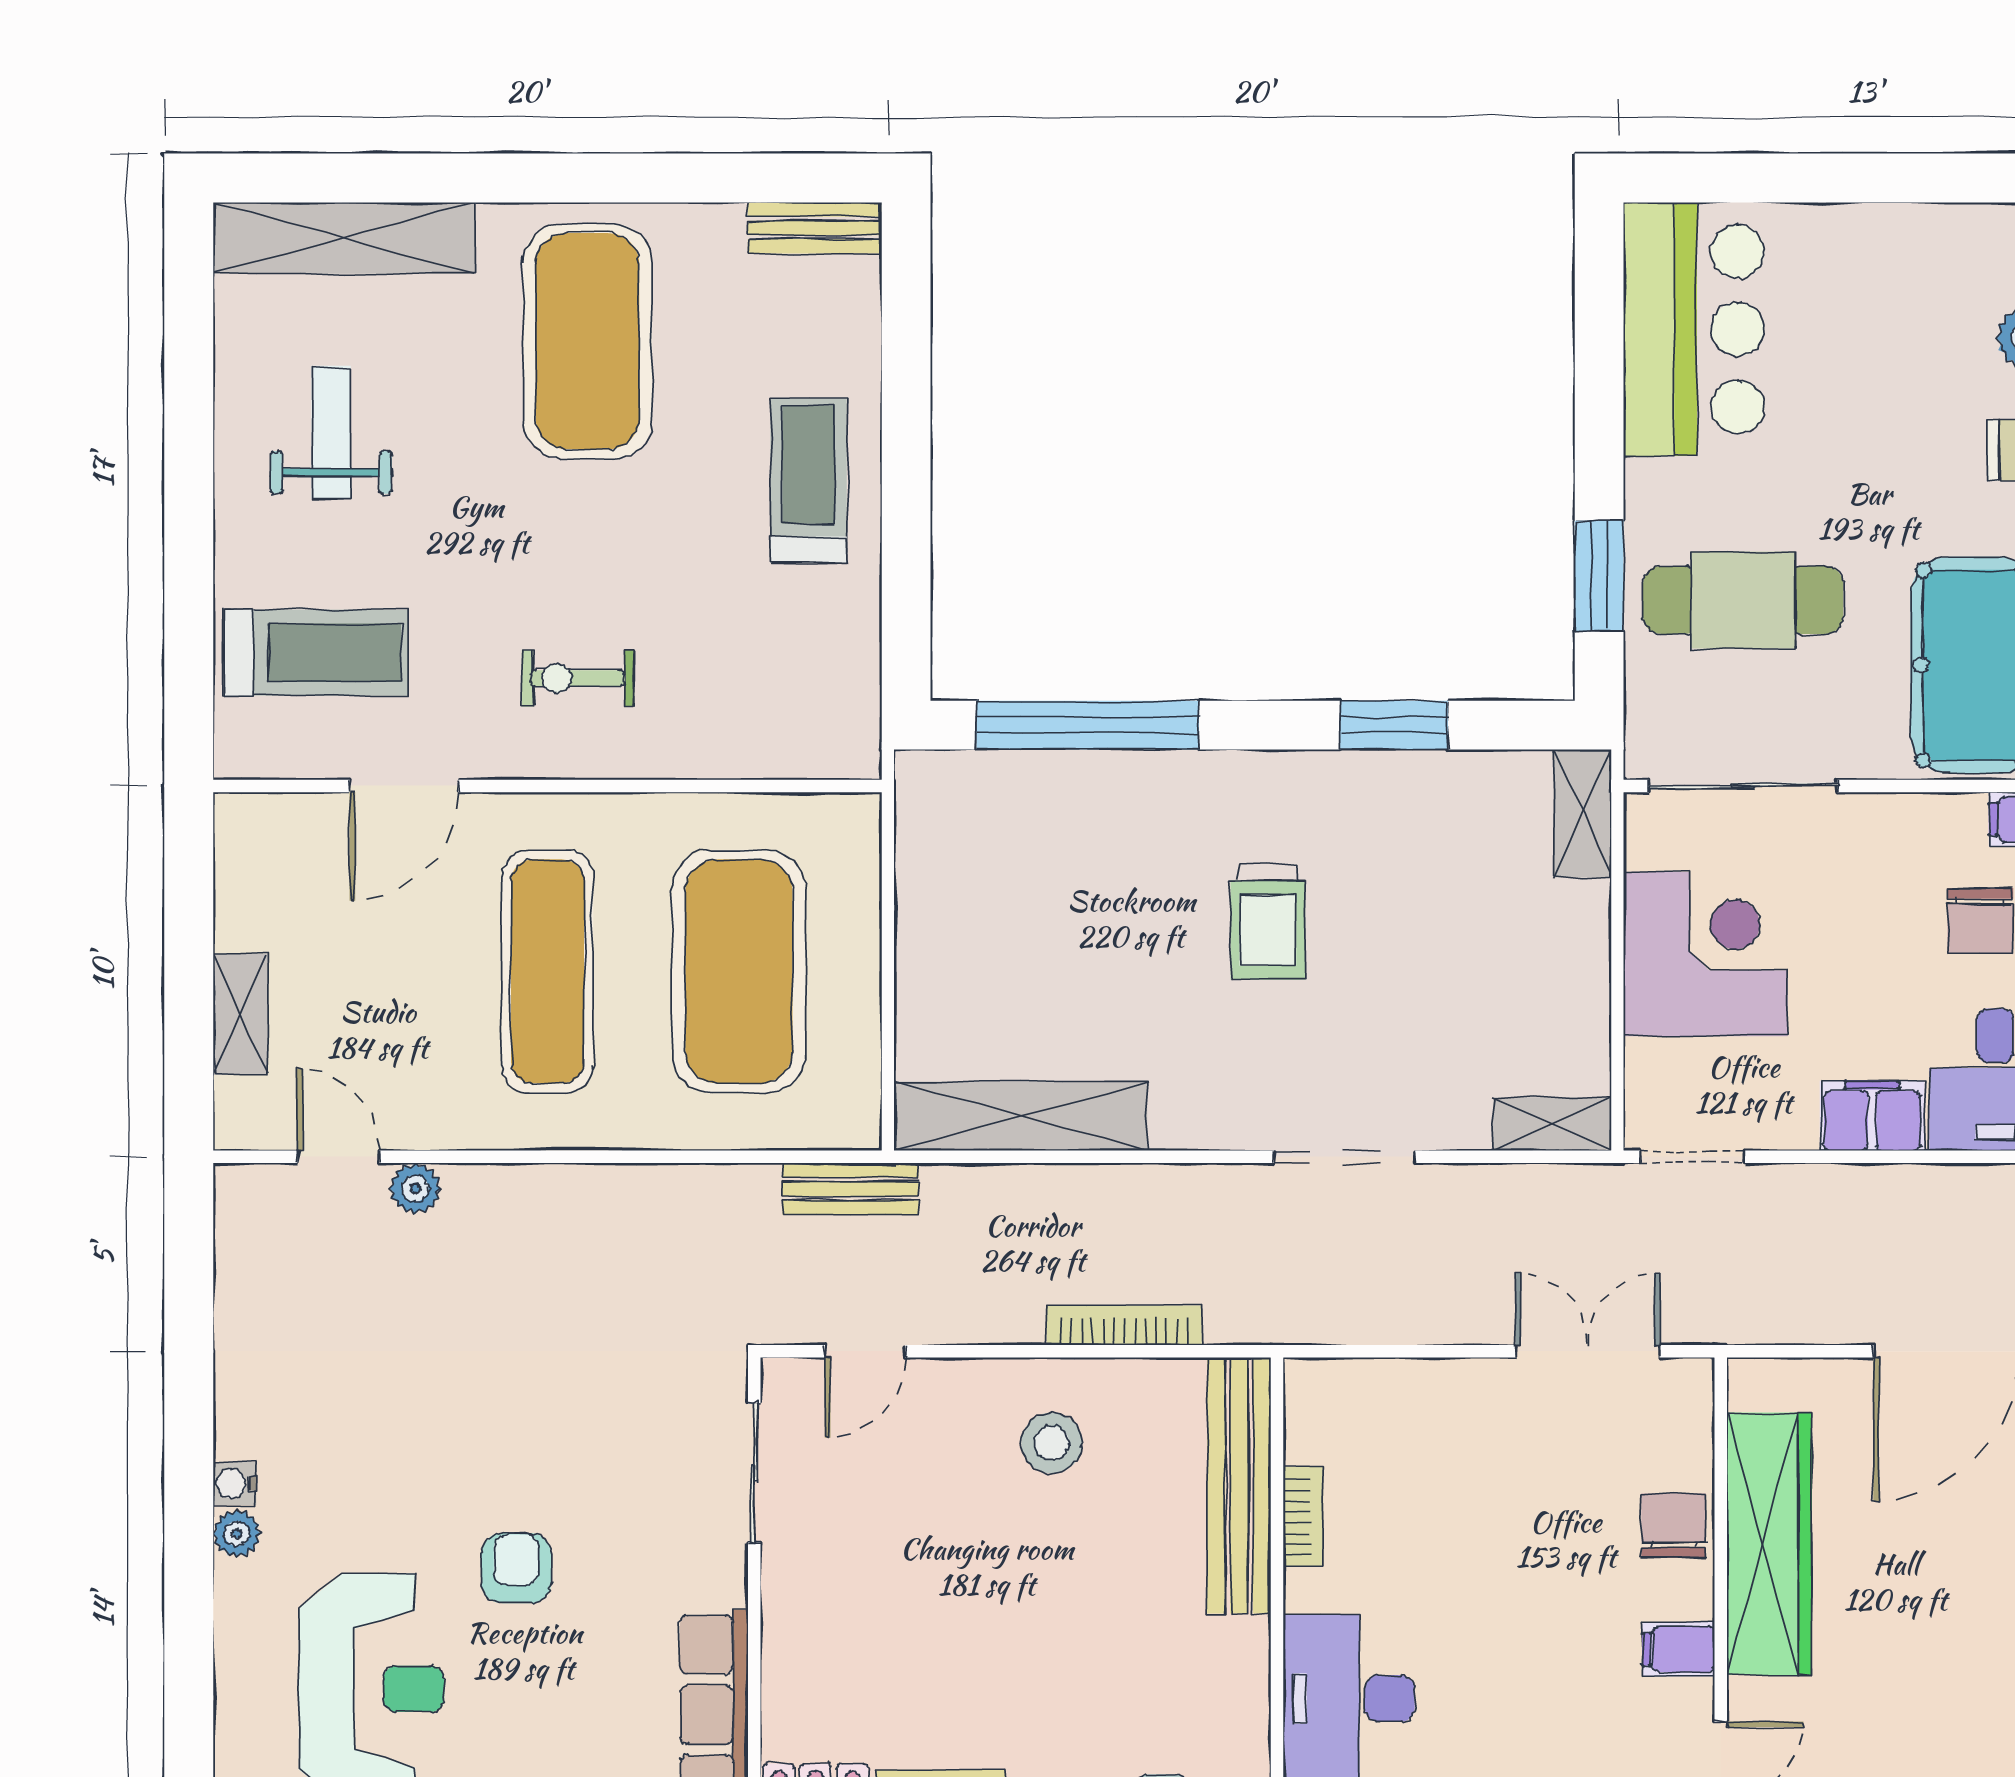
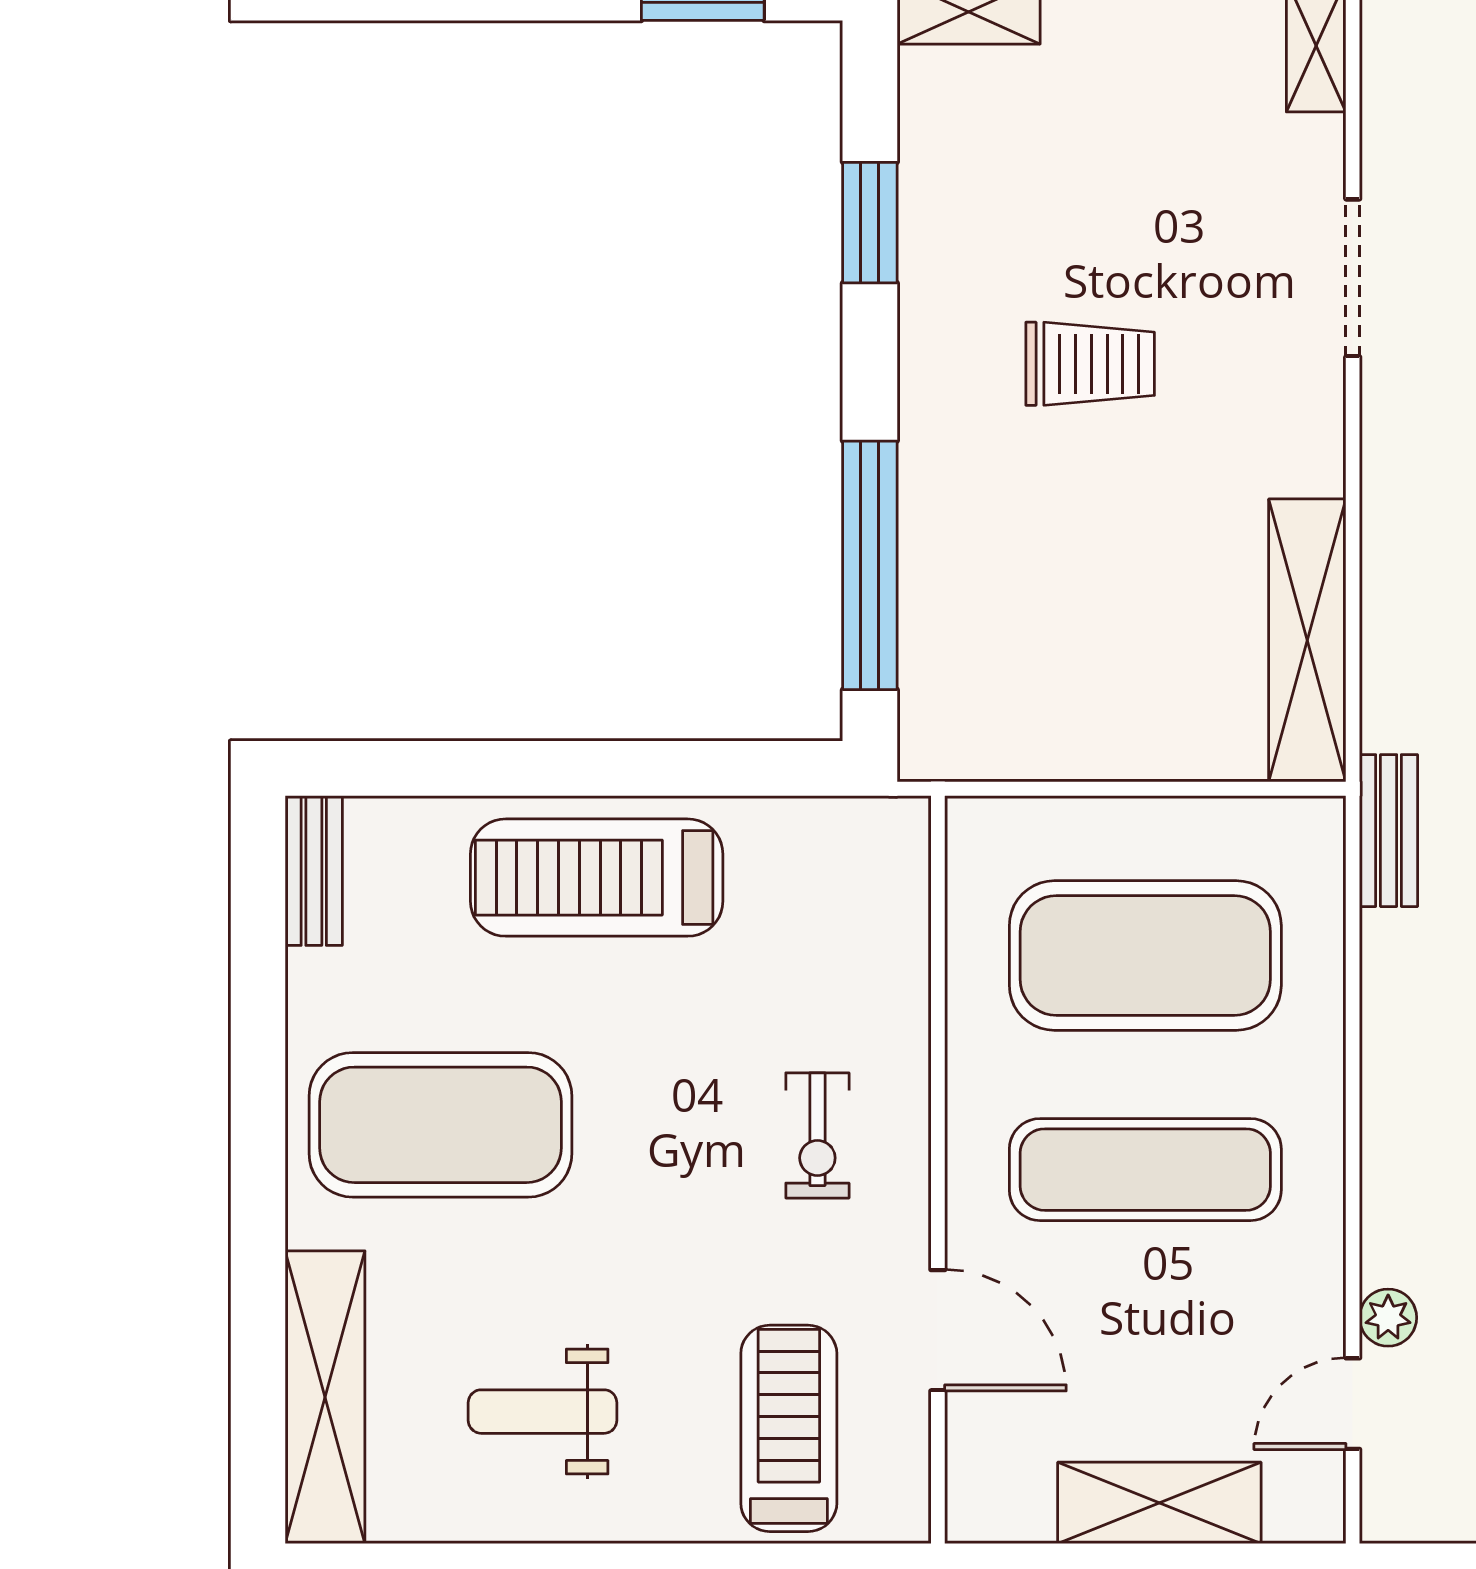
treadmill: (809, 481) -> (597, 878), width x1.37, depth x1.38
shelving: (240, 1014) -> (1159, 1503), width x1.50, depth x1.33

